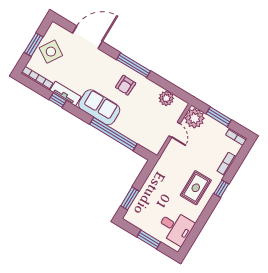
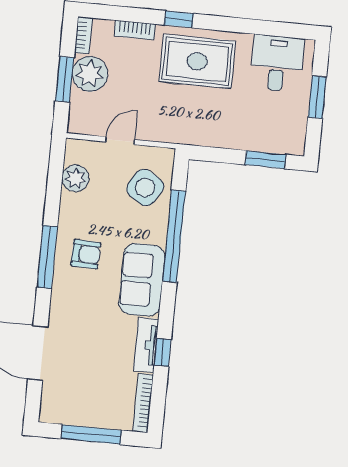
window: (34, 45) -> (91, 434), width x1.44
side table: (51, 52) -> (145, 187), moved
plant: (195, 118) -> (90, 74), moved
rug: (196, 188) -> (197, 61), width x1.36, depth x1.43

